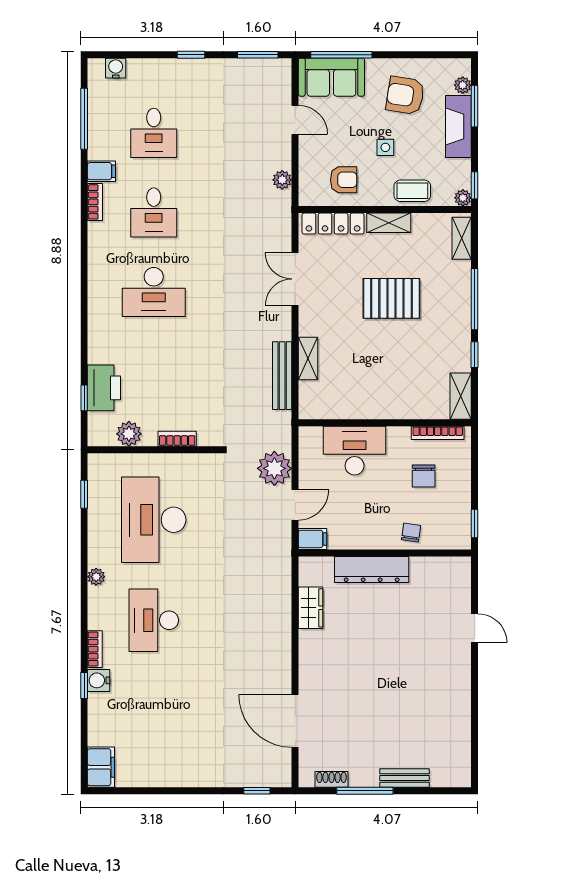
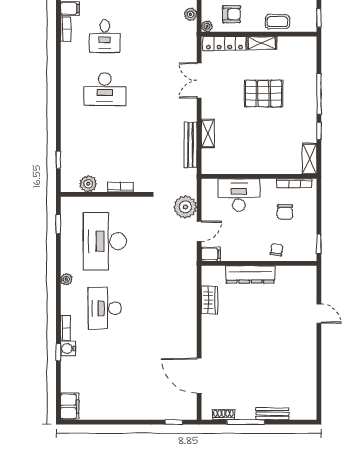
plant: (463, 198) -> (207, 26), moved
shelving: (462, 238) -> (310, 53), removed
printer: (104, 388) -> (72, 153), removed

